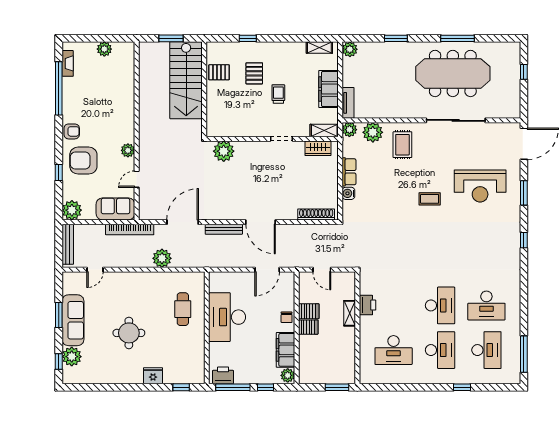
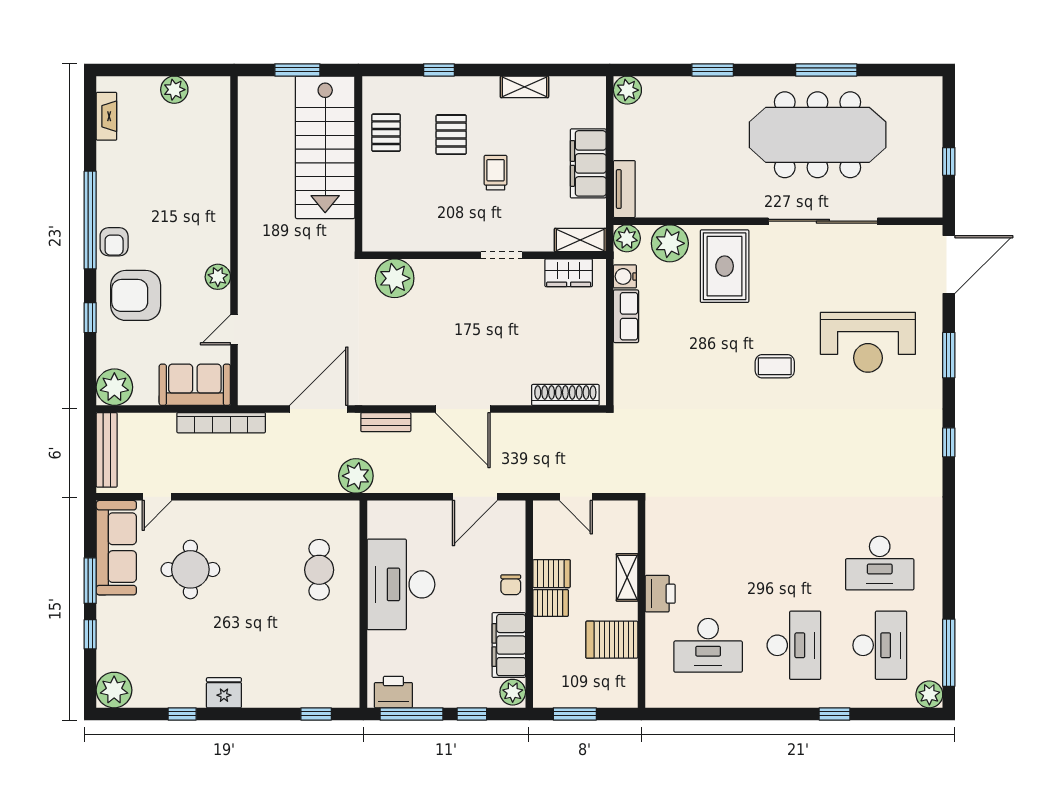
shelving: (319, 48) -> (524, 87), moved
pallet: (219, 72) -> (386, 133), turned 90
window: (524, 72) -> (949, 161), moved
window: (59, 88) -> (90, 220), moved
armchair: (72, 131) -> (114, 242), turned 90
rug: (402, 145) -> (725, 266), width x1.36, depth x1.43
water cooler: (348, 193) -> (625, 276), moved
bench: (224, 229) -> (386, 422), width x0.73
plant: (162, 258) -> (356, 476), moved
printer: (368, 305) -> (660, 594), moved
desk: (440, 305) -> (794, 563), removed
sofa: (73, 320) -> (116, 548), moved
round table: (129, 333) -> (190, 569), moved
server rack: (341, 347) -> (612, 640), added
plant: (72, 357) -> (114, 690), moved
window: (59, 362) -> (90, 634), moved
fridge: (153, 376) -> (224, 693), moved
plant: (513, 377) -> (929, 694), added
window: (109, 387) -> (182, 714), added
window: (337, 387) -> (575, 714), moved

